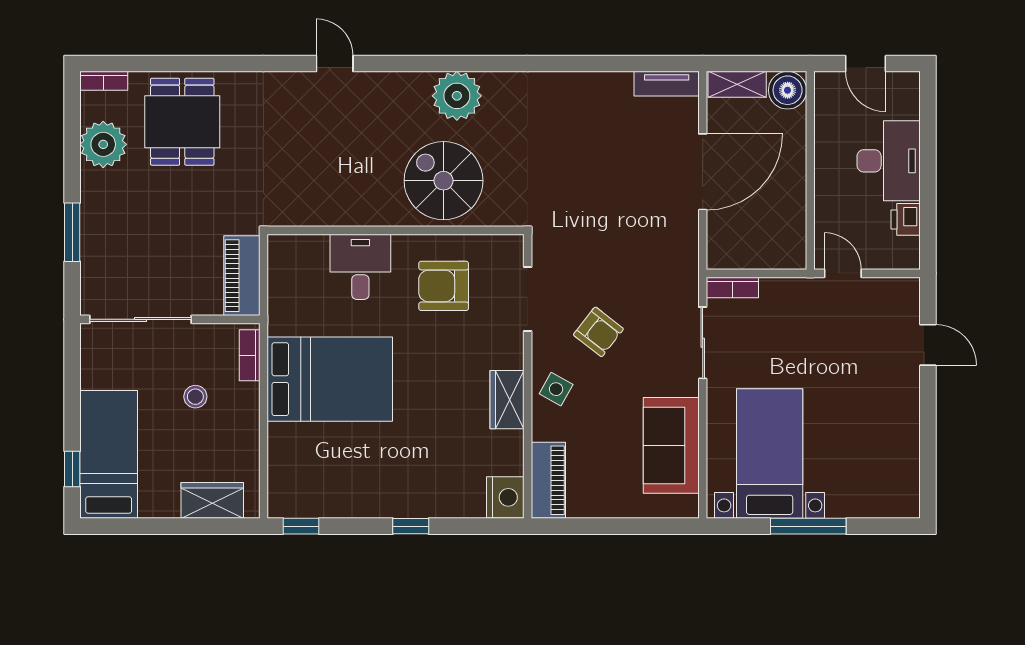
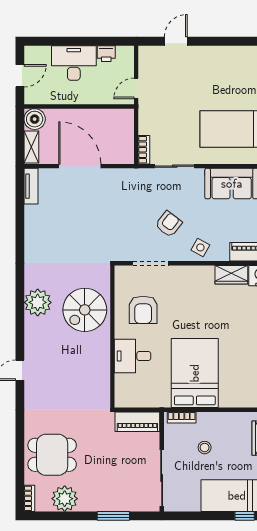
wardrobe: (507, 400) -> (231, 275), moved

